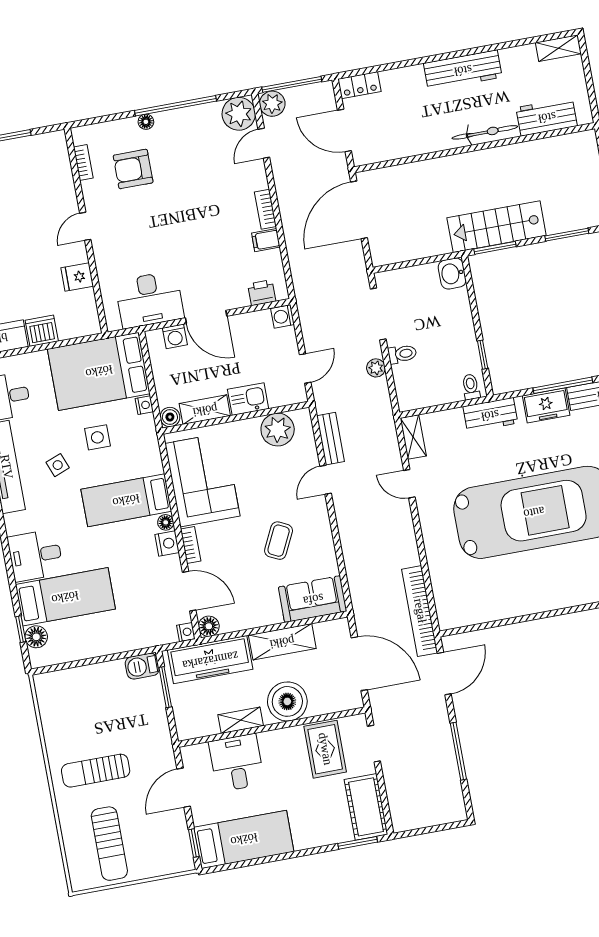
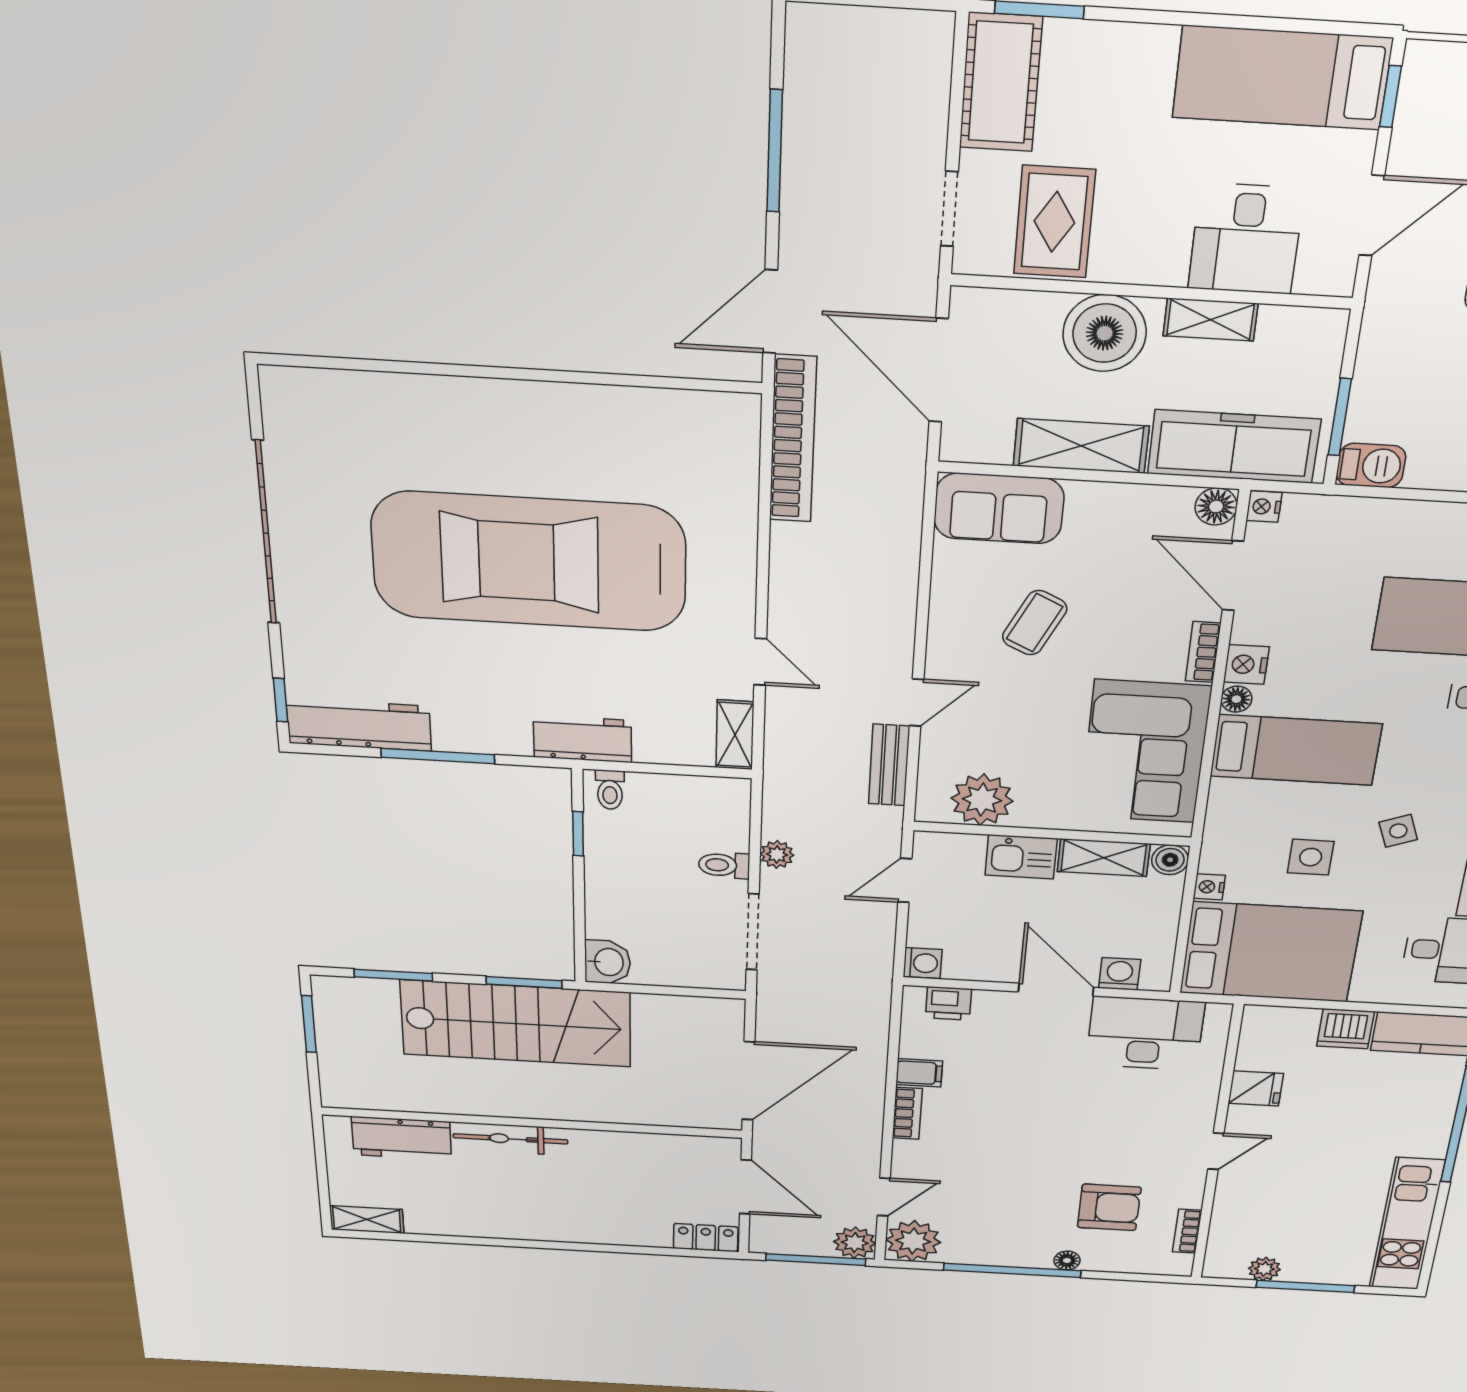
workbench: (463, 70) -> (531, 1223), removed
plant: (30, 145) -> (1264, 1269), added
stairs: (497, 227) -> (516, 1024), width x1.36, depth x1.51
freezer: (546, 405) -> (475, 731), removed

